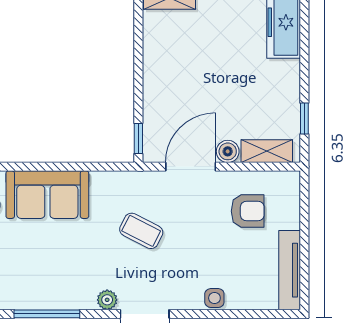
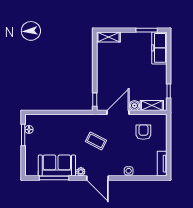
sofa: (47, 195) -> (57, 166), moved, turned 180
armchair: (248, 211) -> (143, 132), turned -90
tv unit: (290, 270) -> (162, 164), width x0.71

